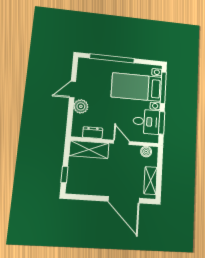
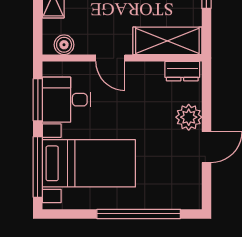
dresser: (93, 133) -> (182, 71), moved

